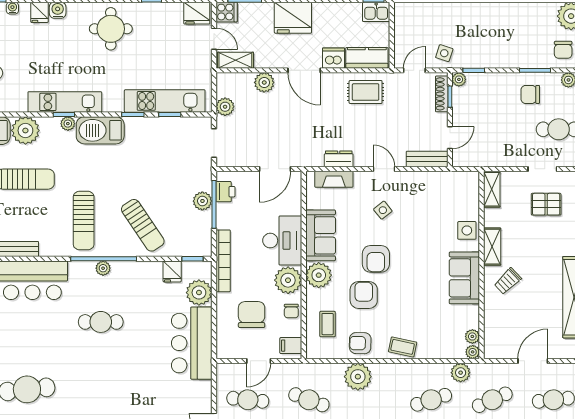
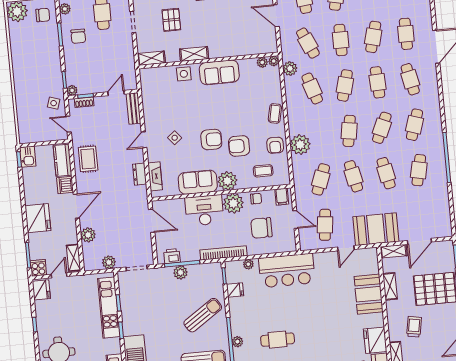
shoe rack: (442, 94) -> (84, 102), width x0.70
door: (450, 138) -> (116, 93), hinge flipped
pallet: (546, 204) -> (171, 20), moved
trolley: (508, 281) -> (219, 40), removed
plant: (199, 293) -> (248, 264), width x0.53, depth x0.53
cafe table: (101, 322) -> (278, 340), turned 90

